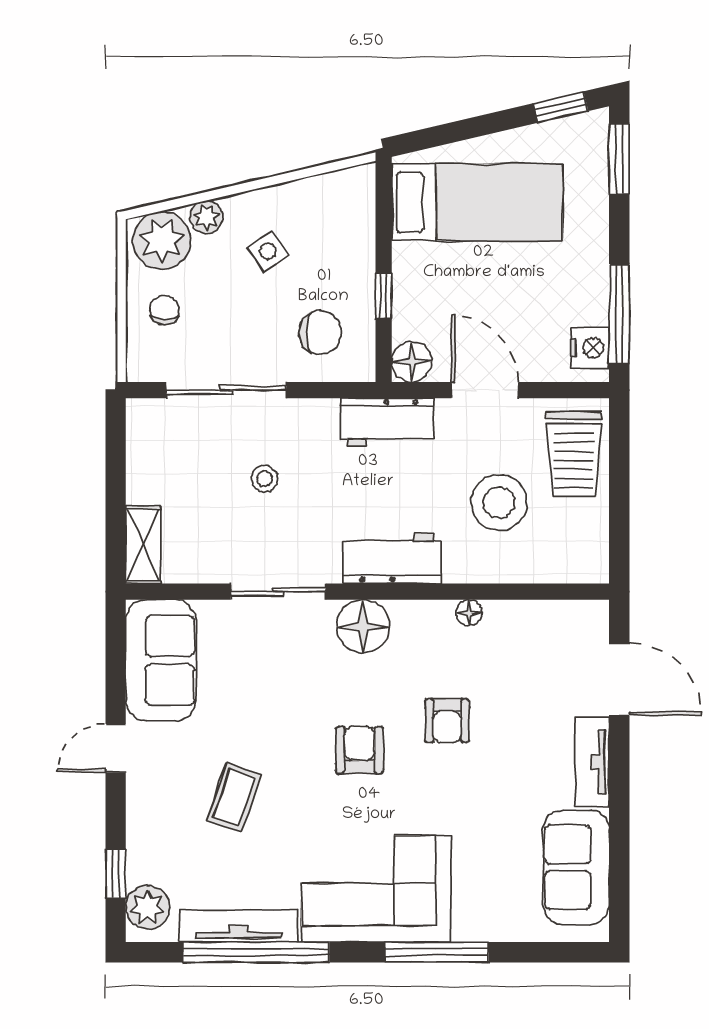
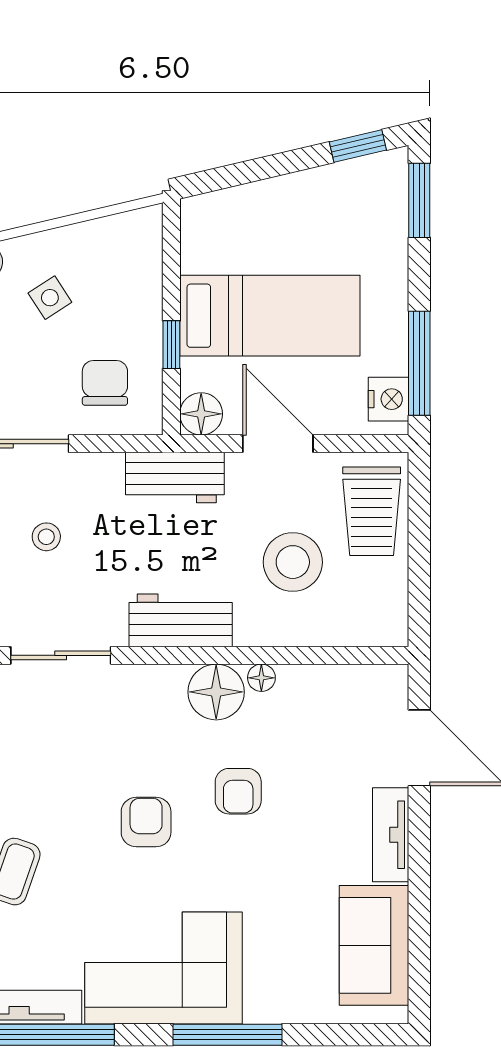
bed: (477, 202) -> (270, 316), moved
chair: (320, 332) -> (105, 383), turned -90
floor lamp: (363, 626) -> (216, 692), moved

